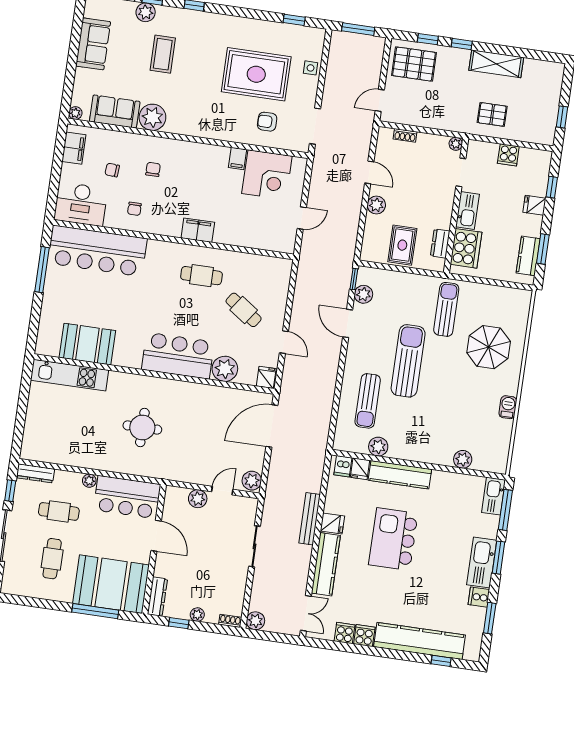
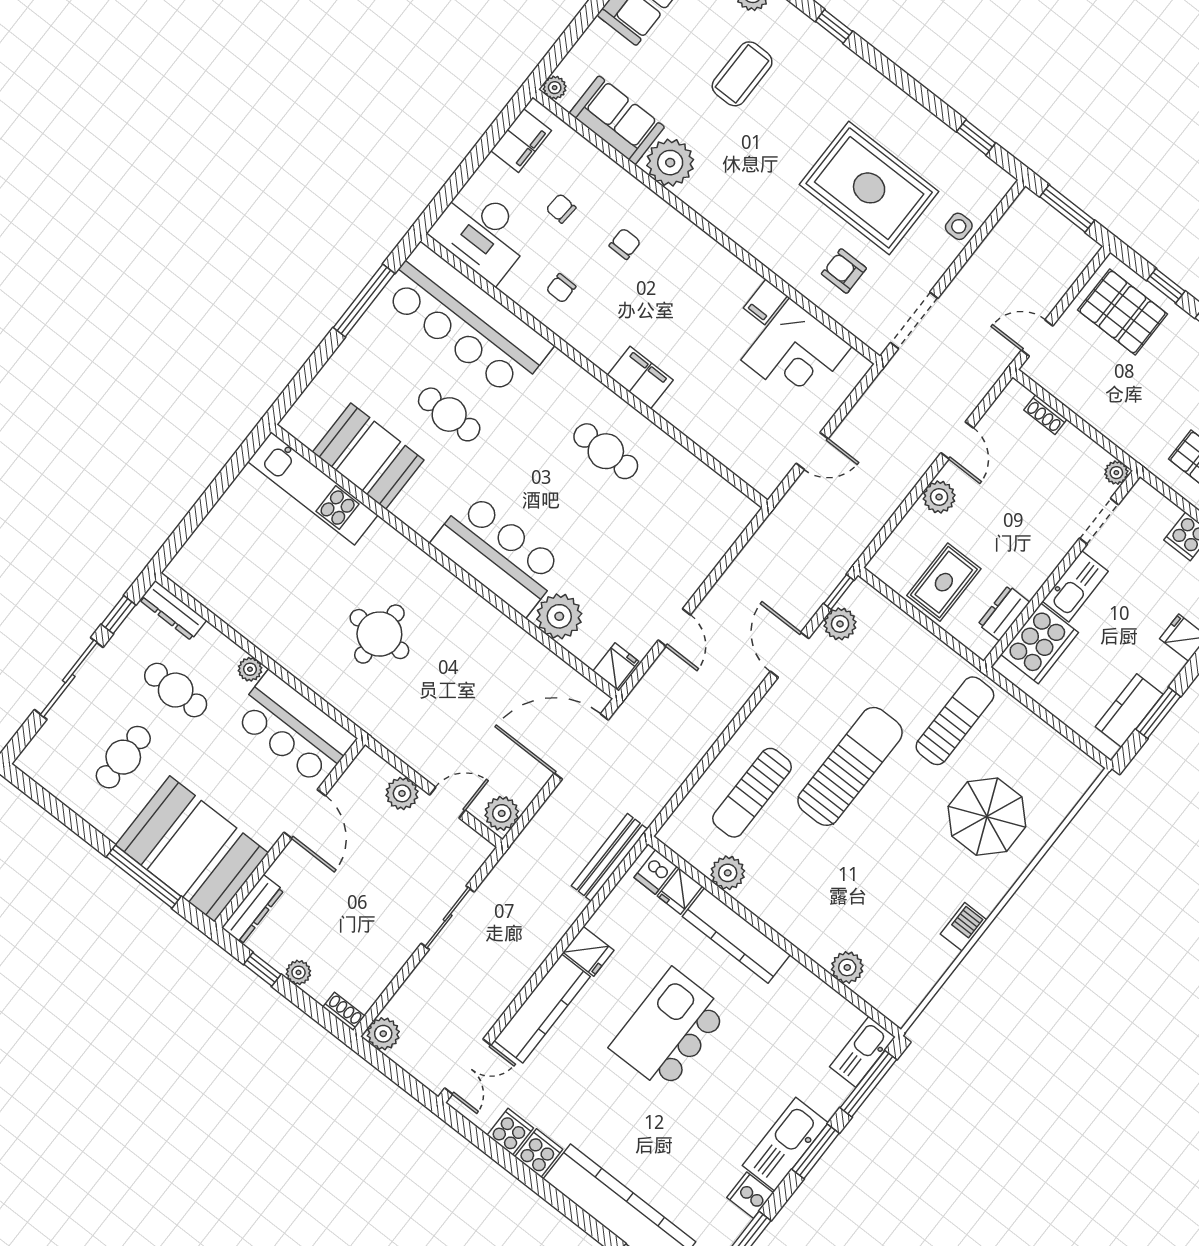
cafe table: (244, 310) -> (449, 414), moved, turned -35
bench: (310, 519) -> (609, 857), moved

